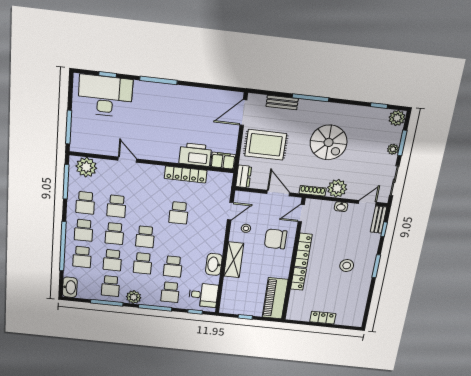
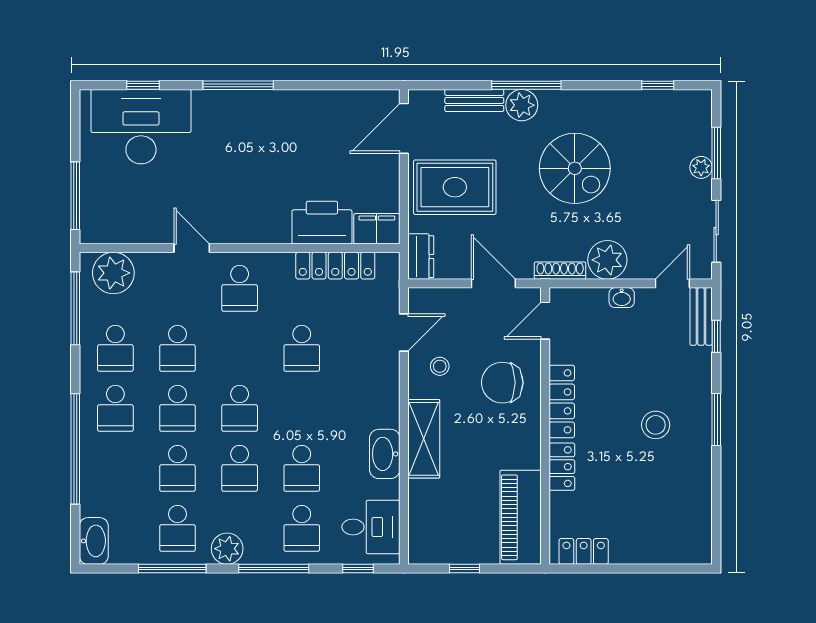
plant: (397, 118) -> (522, 105), moved
locker: (186, 174) -> (335, 266), moved
school desk: (82, 257) -> (240, 288), moved
locker: (323, 318) -> (584, 551), moved

